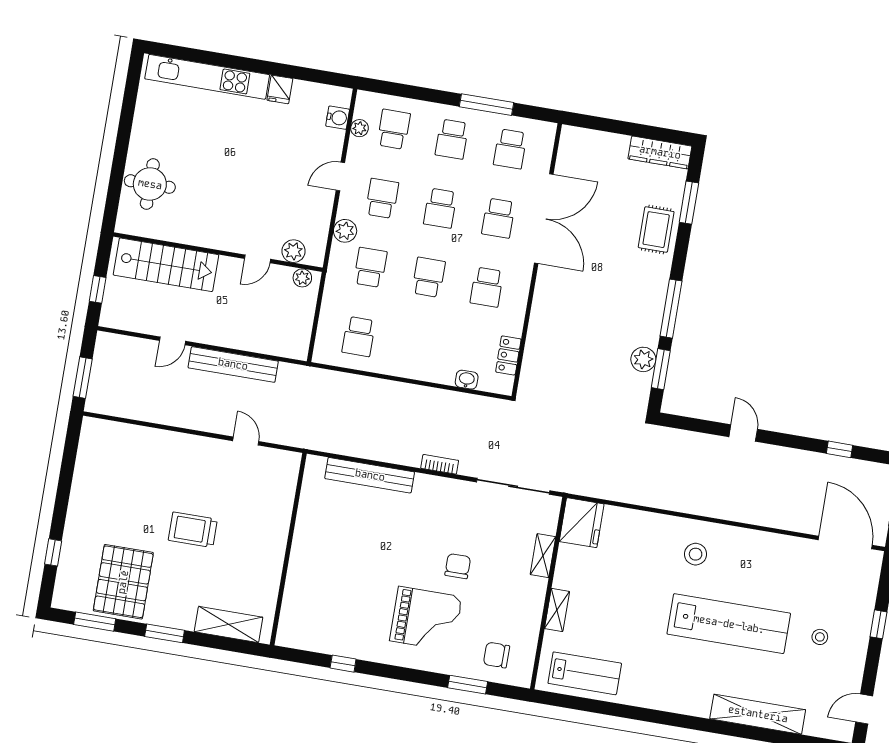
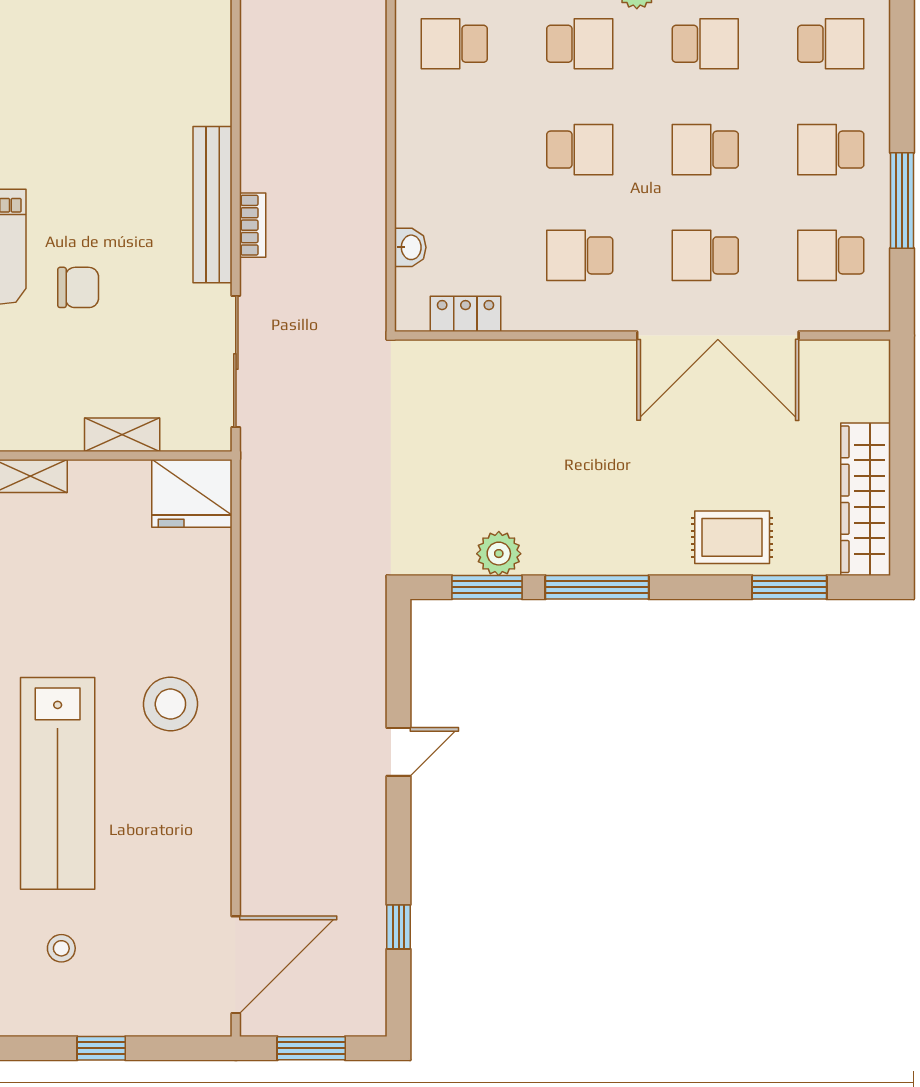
wardrobe: (660, 152) -> (866, 499), width x1.40, depth x1.17
bench: (370, 475) -> (212, 205), moved
stool: (696, 554) -> (170, 704), width x1.38, depth x1.38

